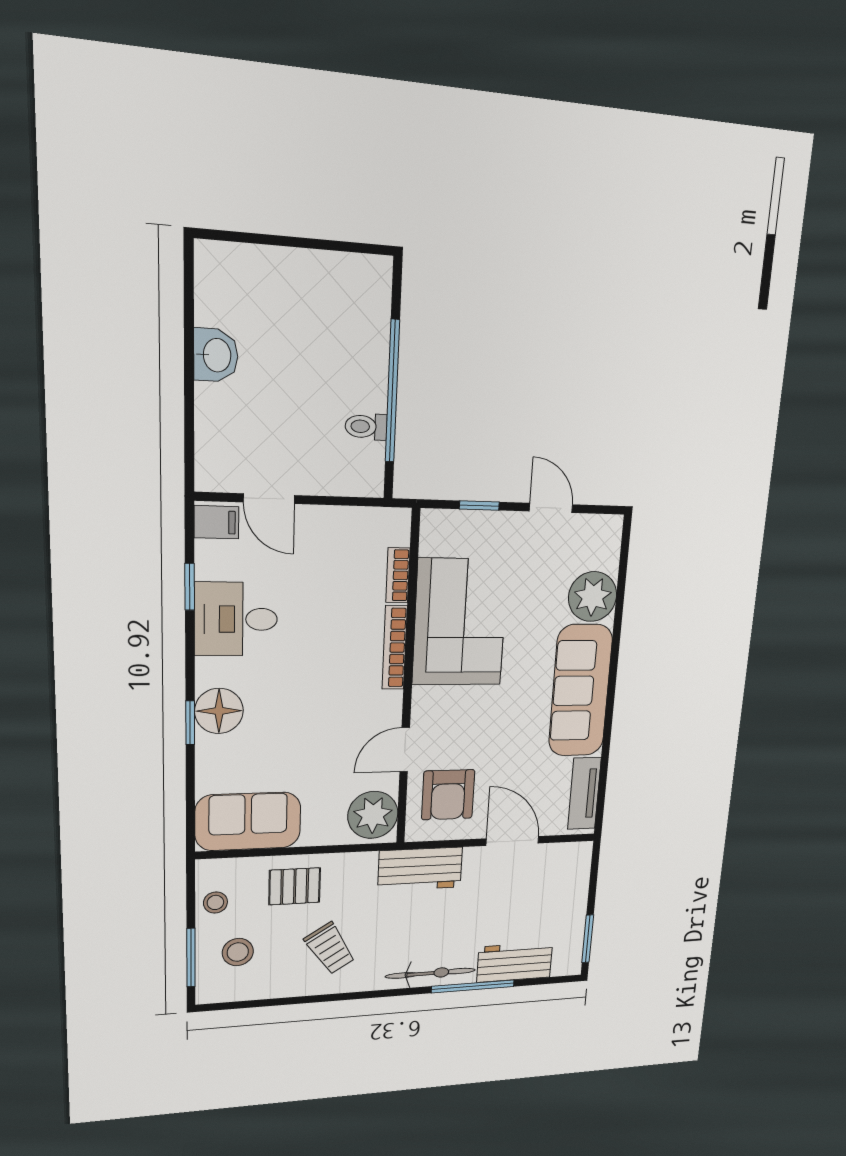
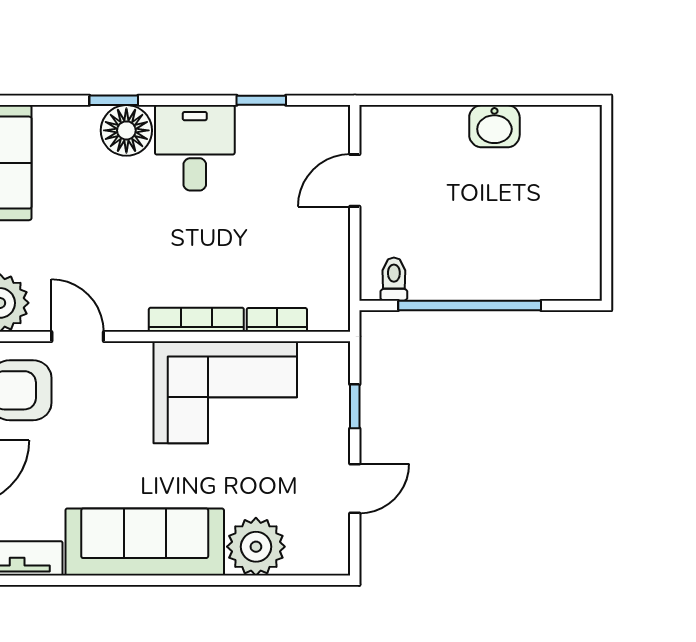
toilet: (366, 427) -> (394, 279), moved
filing cabinet: (216, 522) -> (329, 127), removed
desk: (236, 619) -> (195, 148), moved

